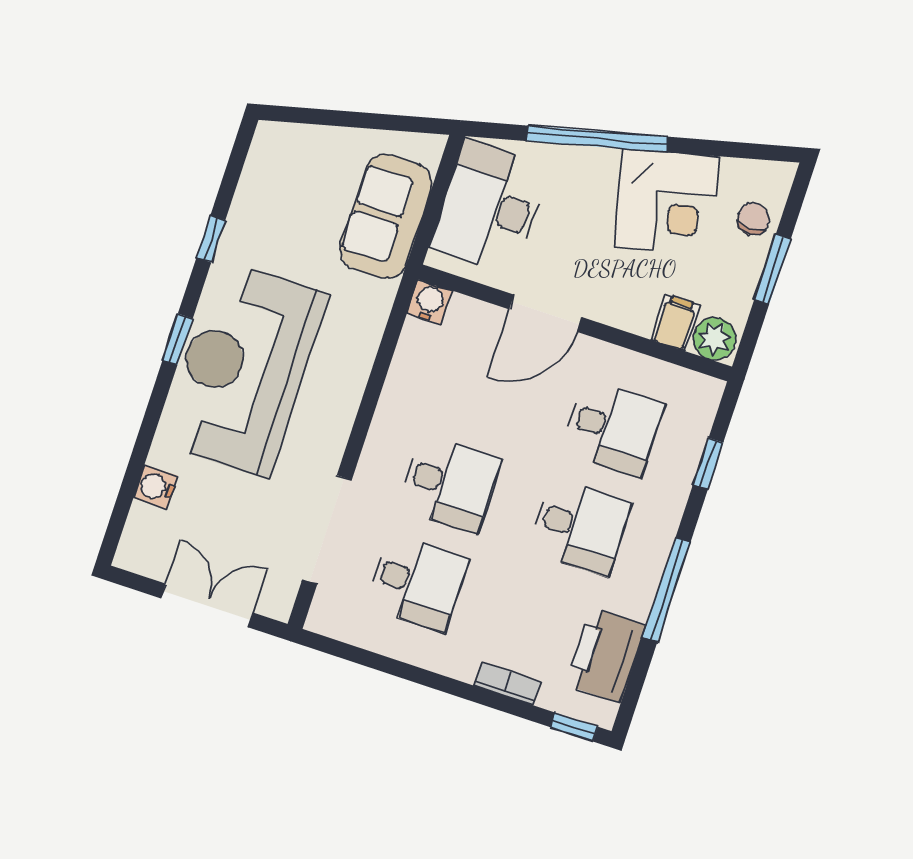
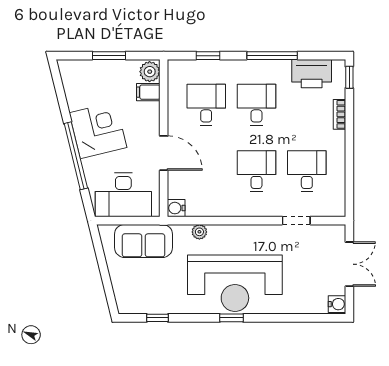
corner desk: (667, 202) -> (98, 130), moved
chair: (753, 219) -> (89, 72), removed
window: (211, 239) -> (157, 318), moved
plant: (368, 332) -> (199, 232), added
water cooler: (156, 487) -> (337, 304), moved, turned -90
doorway: (327, 530) -> (296, 221), width x0.53
double door: (207, 606) -> (349, 264), swing flipped

